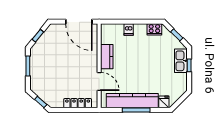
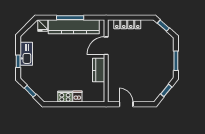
door: (79, 22) -> (126, 104), width x0.53
cooker: (154, 29) -> (65, 97), moved
kitchen sink: (181, 61) -> (26, 54), moved
door: (99, 81) -> (106, 46), hinge flipped

